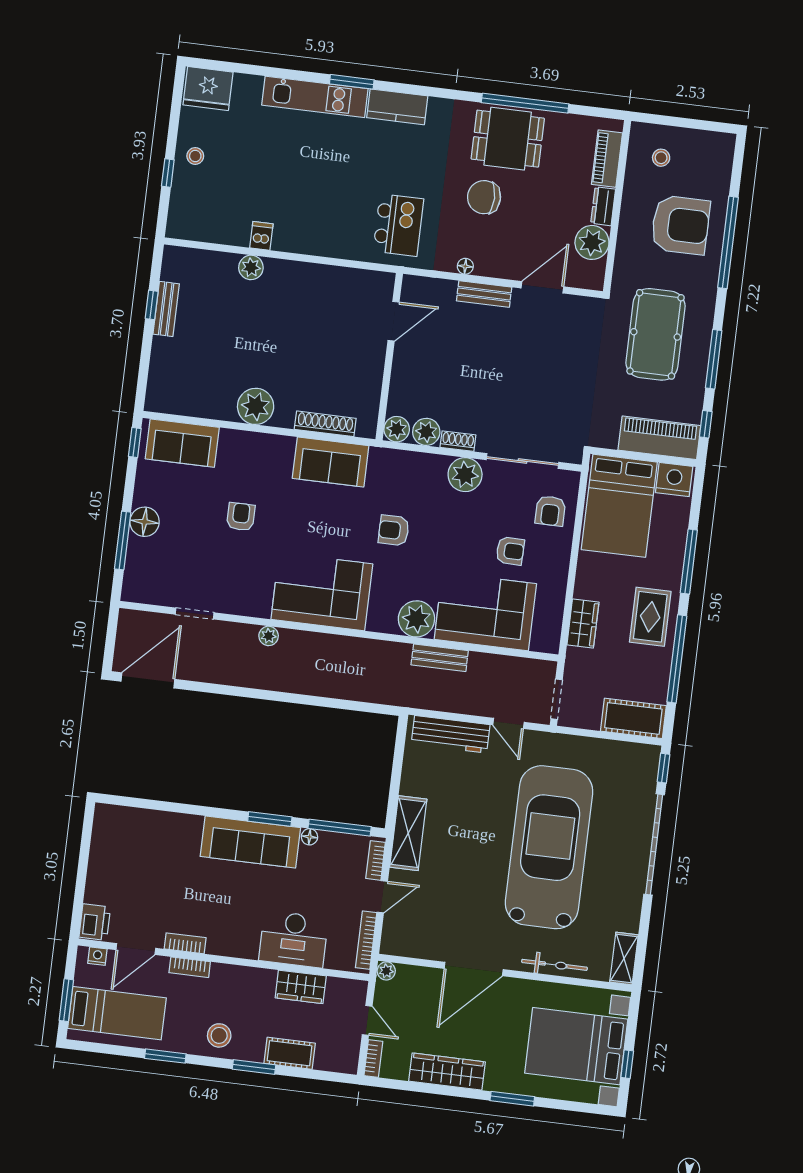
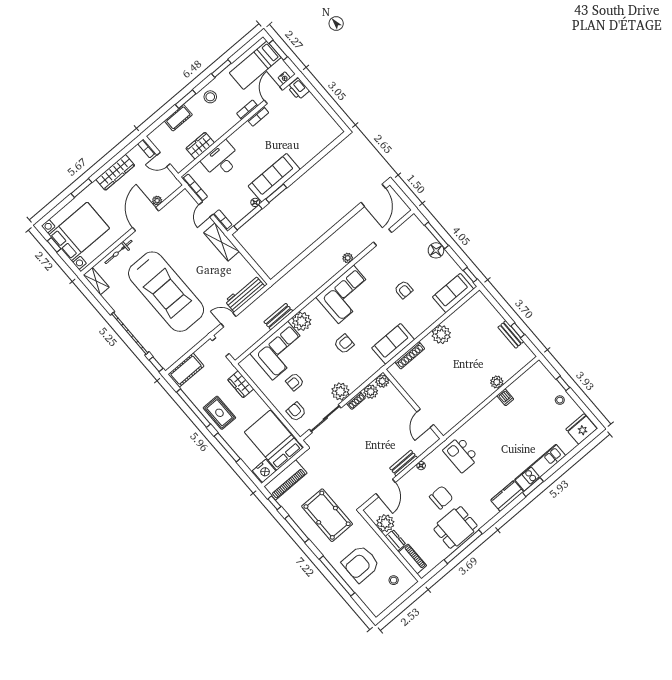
plant: (386, 971) -> (157, 201), moved

